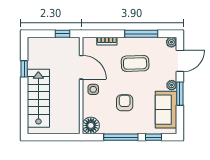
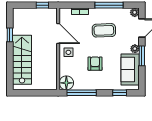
window: (121, 137) -> (82, 93), moved

